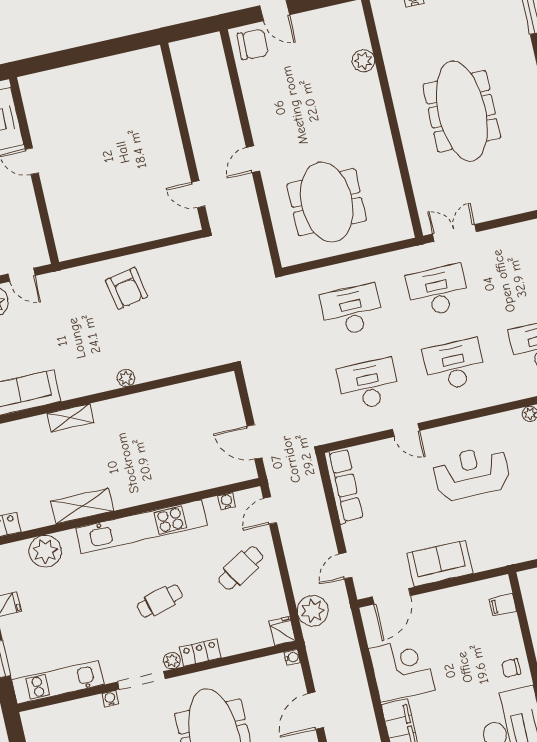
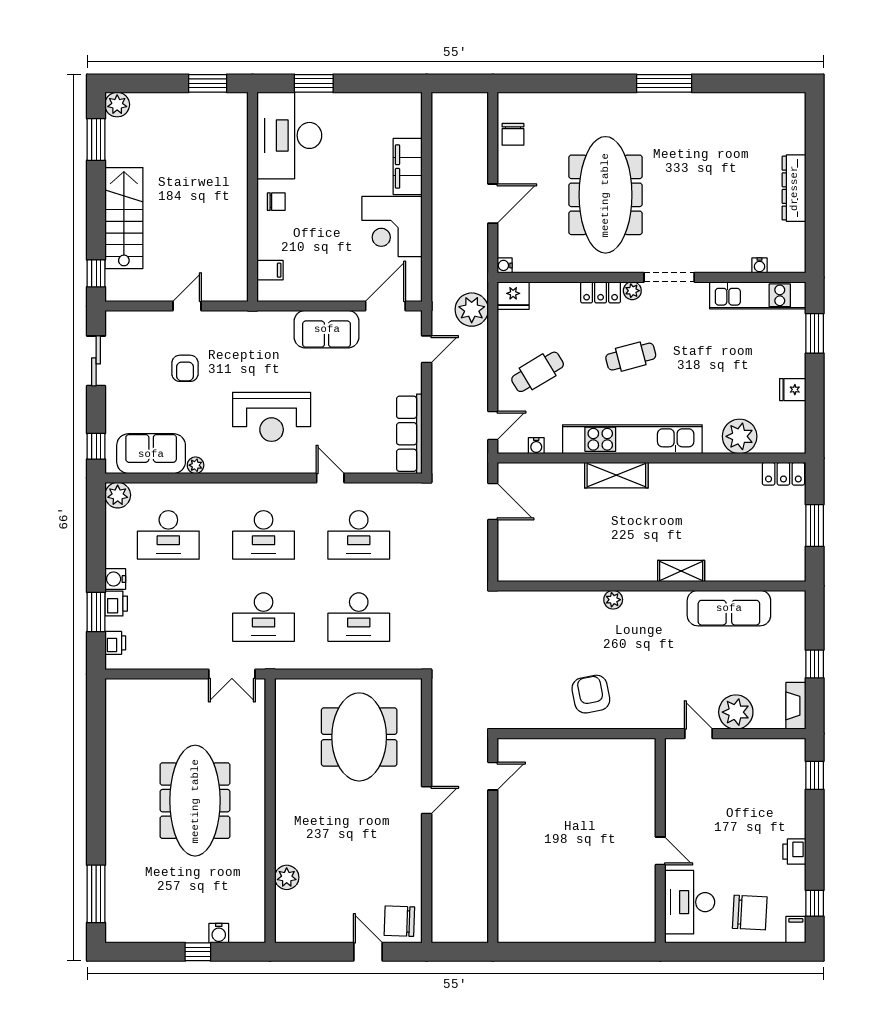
door: (198, 194) -> (493, 776), hinge flipped
shelving: (82, 506) -> (616, 475), moved
fridge: (282, 631) -> (513, 296), width x1.38
water cooler: (110, 699) -> (759, 265), moved

